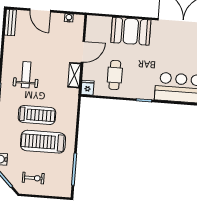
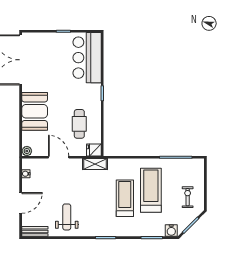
plant: (92, 20) -> (27, 151), added
weight bench: (26, 75) -> (67, 217), moved, turned 90
shelving: (74, 75) -> (95, 164), moved
cafe table: (115, 75) -> (79, 124), turned 90
treadmill: (43, 142) -> (151, 190), turned 180

